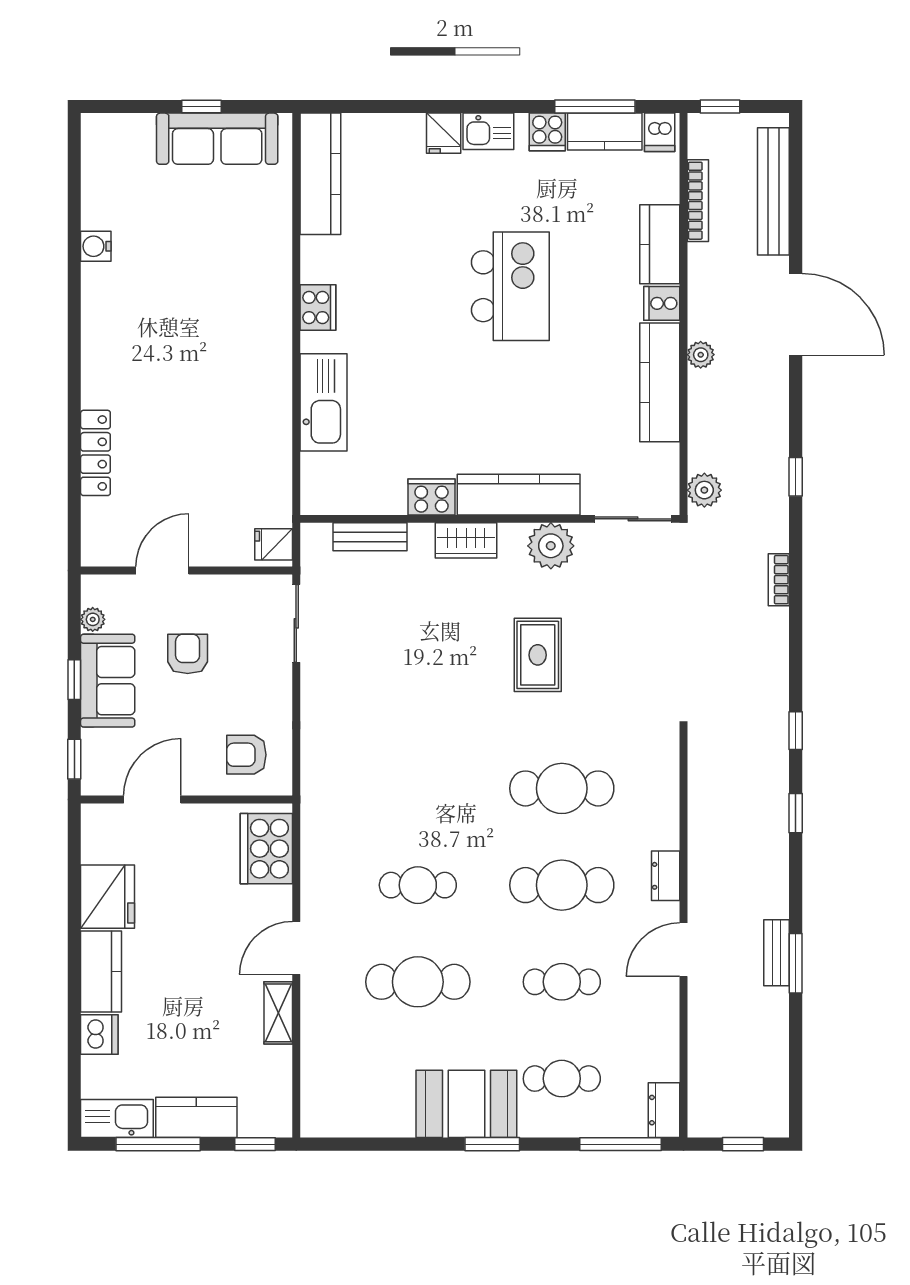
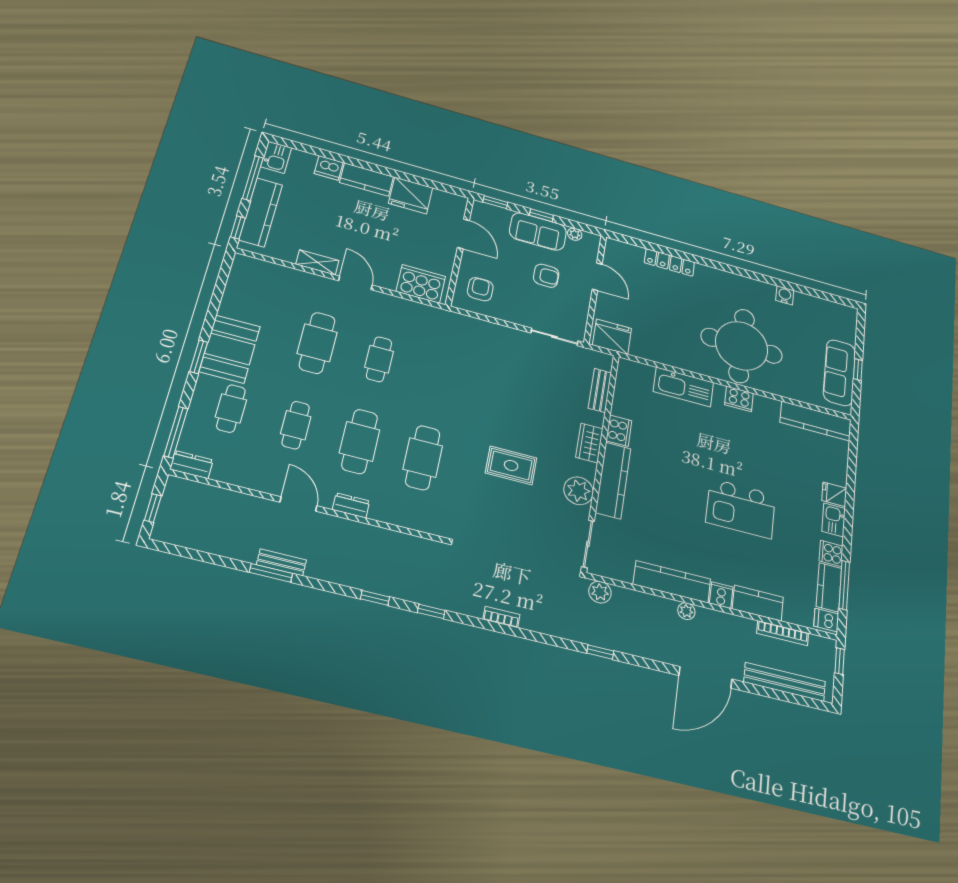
round table: (218, 313) -> (742, 346), added
fridge: (274, 544) -> (612, 337), width x1.88, depth x1.34
bookcase: (779, 580) -> (501, 617), moved
kitchen counter: (196, 1117) -> (261, 212), width x1.50
kitchen sink: (117, 1119) -> (276, 157), width x0.73

